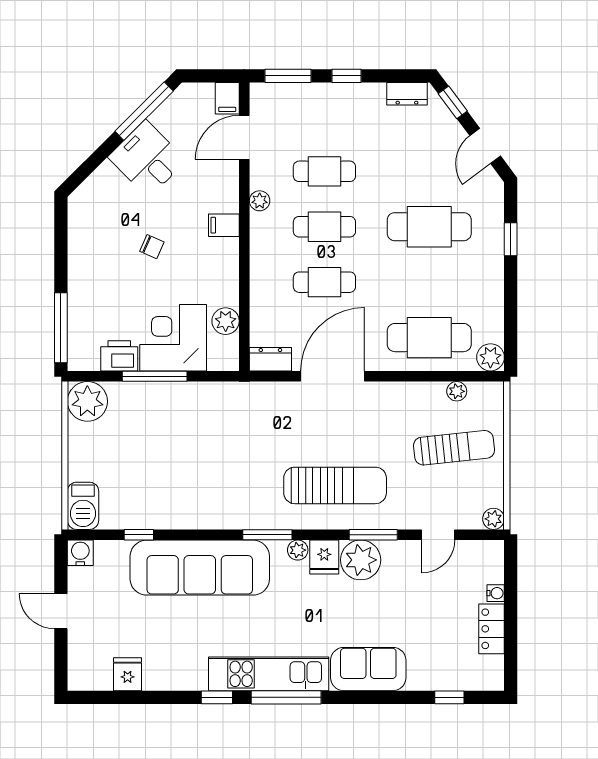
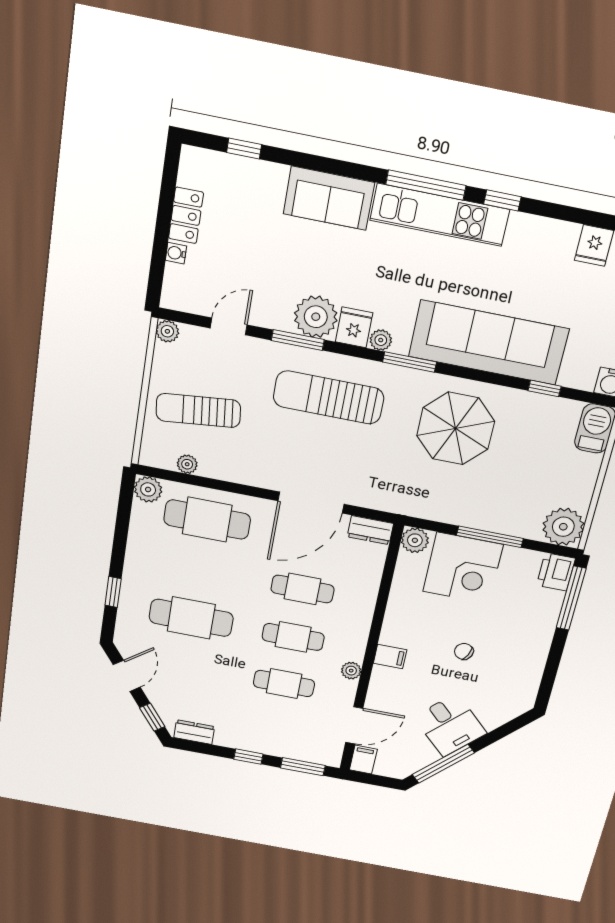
plant: (226, 321) -> (415, 540), moved
printer: (119, 356) -> (556, 572), moved, turned 90
parasol: (212, 479) -> (456, 429), added

